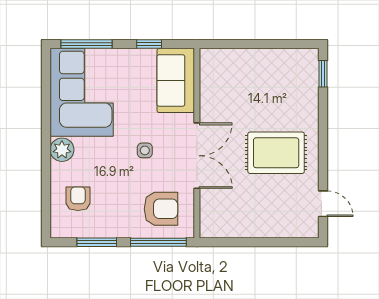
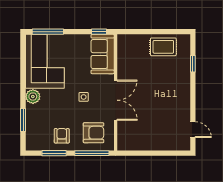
window: (149, 44) -> (99, 32), moved
window: (323, 74) -> (193, 64), moved
rug: (276, 153) -> (163, 47), moved, width x0.73, depth x0.70
window: (46, 188) -> (23, 120), added
armchair: (78, 199) -> (62, 136), moved

